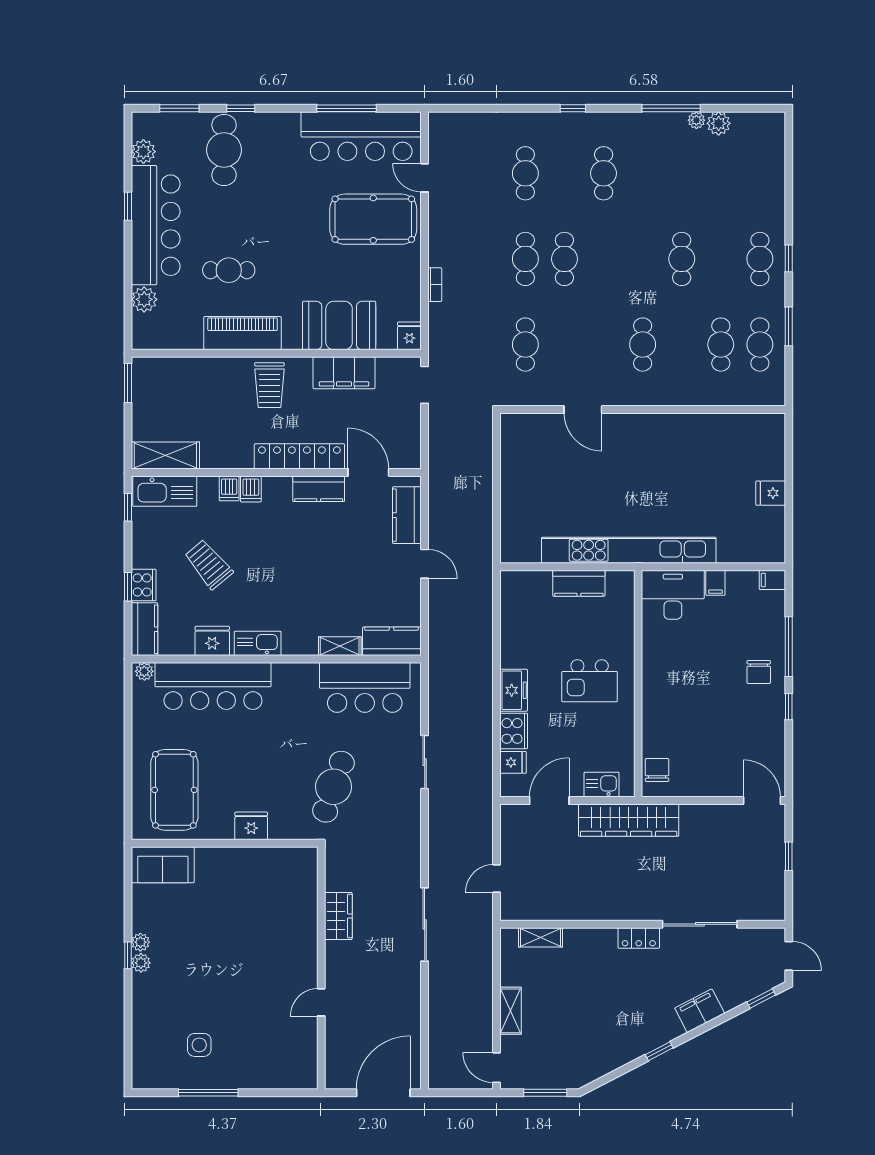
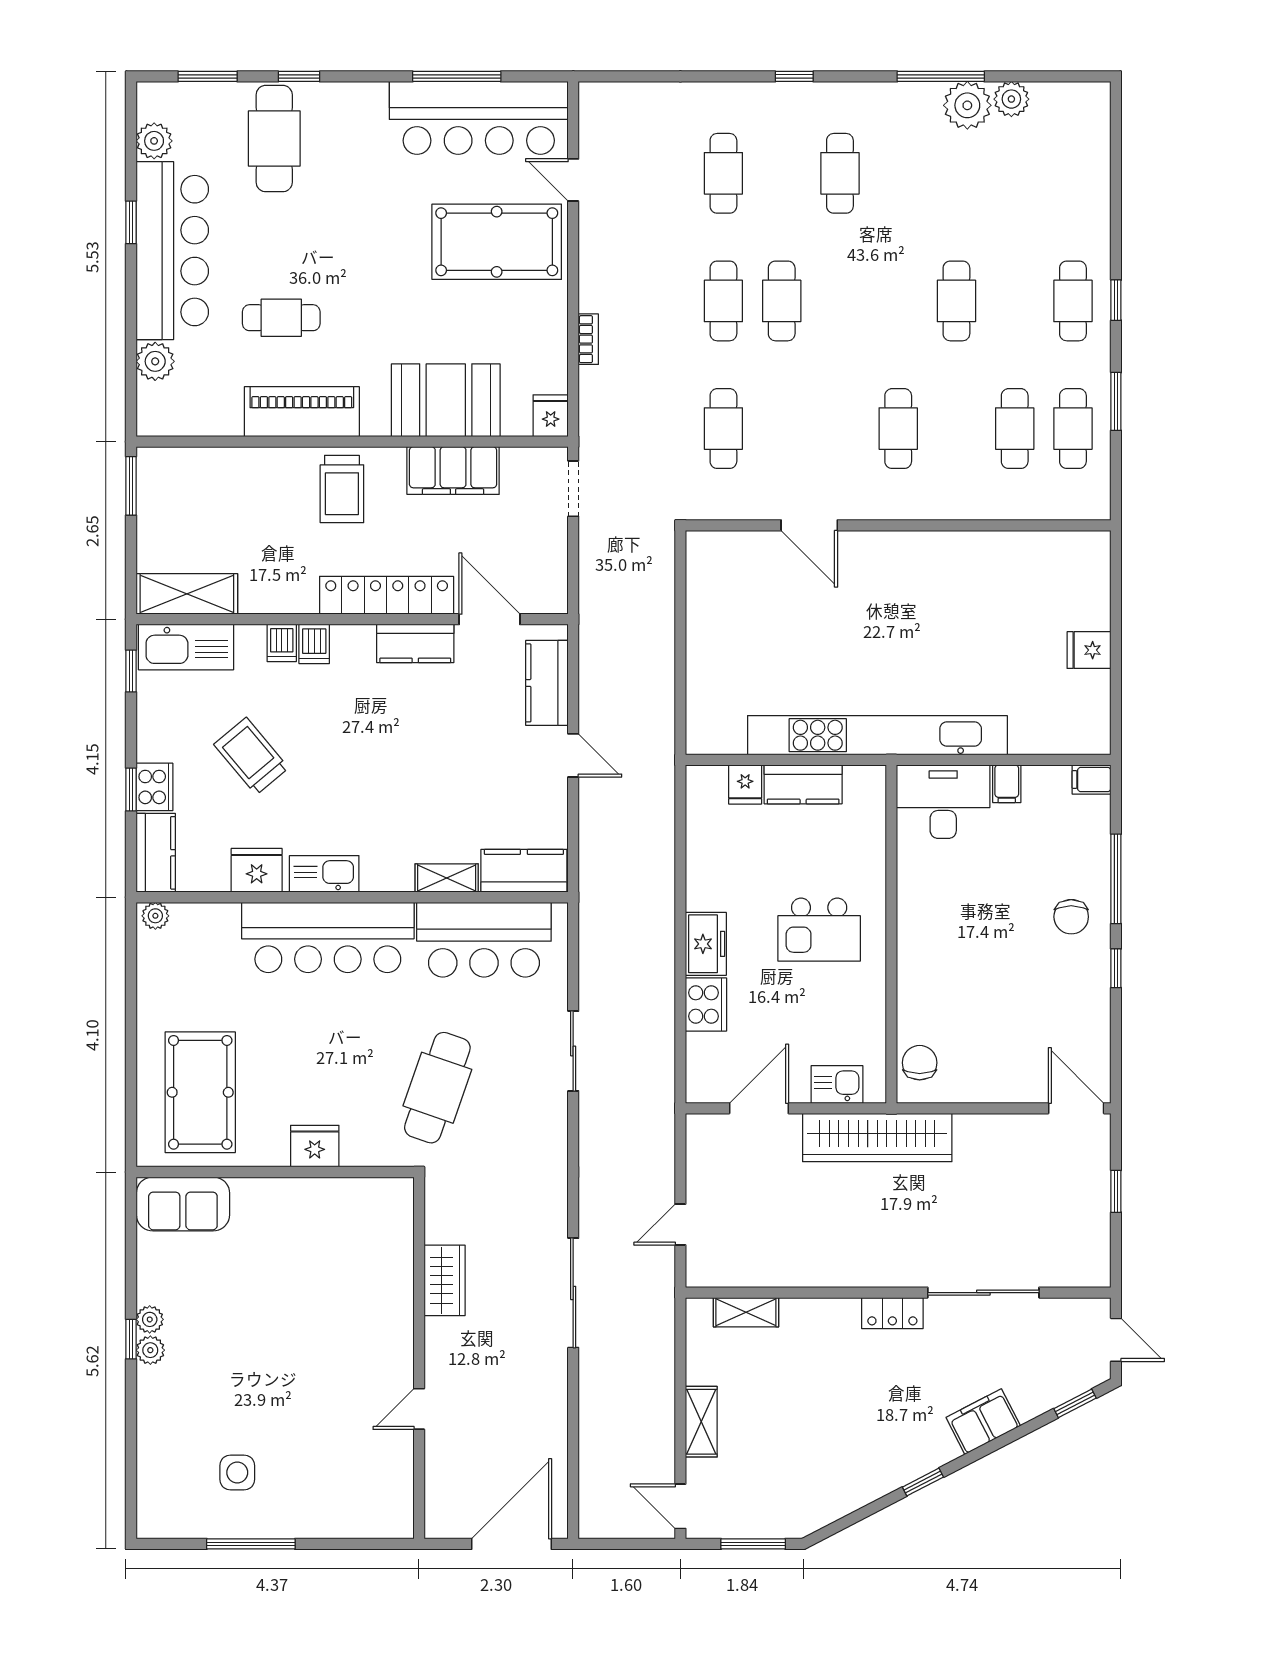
plant: (696, 120) -> (967, 105), width x1.87, depth x1.87
bar counter: (213, 686) -> (328, 937), moved
fridge: (513, 762) -> (745, 785), moved, turned 90

